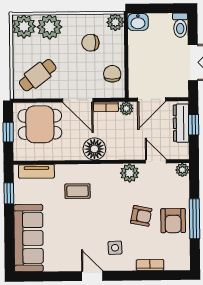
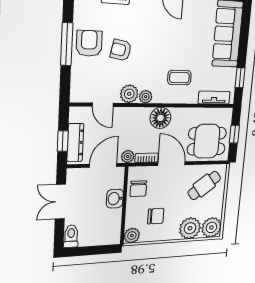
washbasin: (138, 22) -> (115, 199), moved, turned -90
plant: (182, 170) -> (146, 97), moved
side table: (115, 248) -> (149, 19), removed

